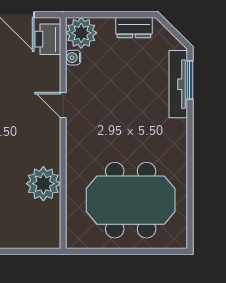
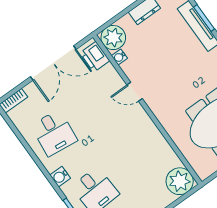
plant: (43, 184) -> (180, 181), moved

